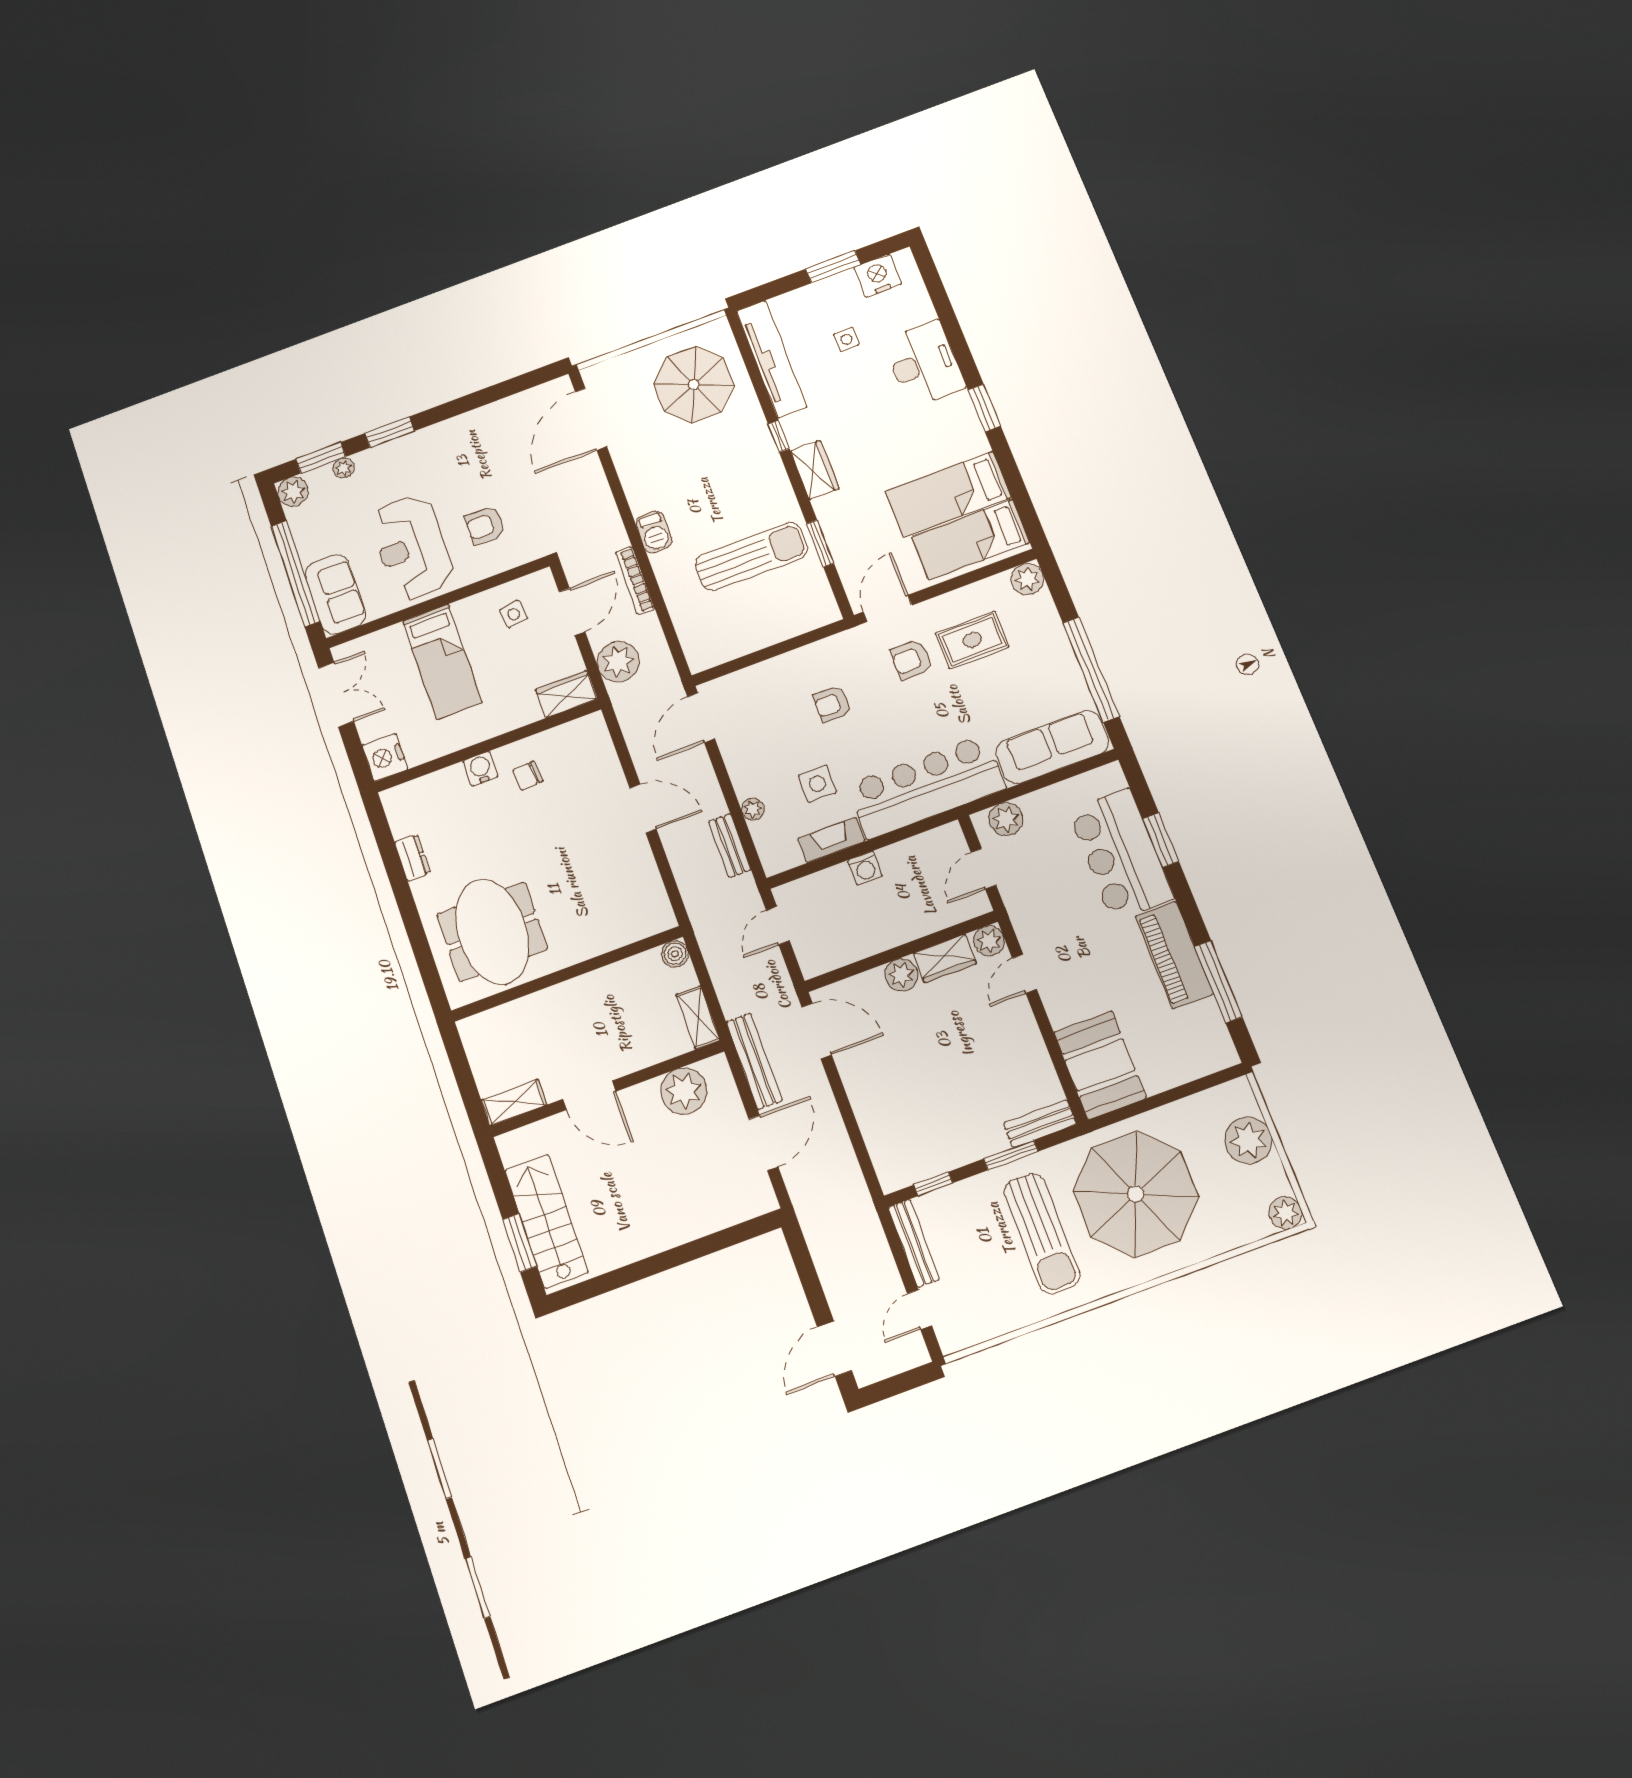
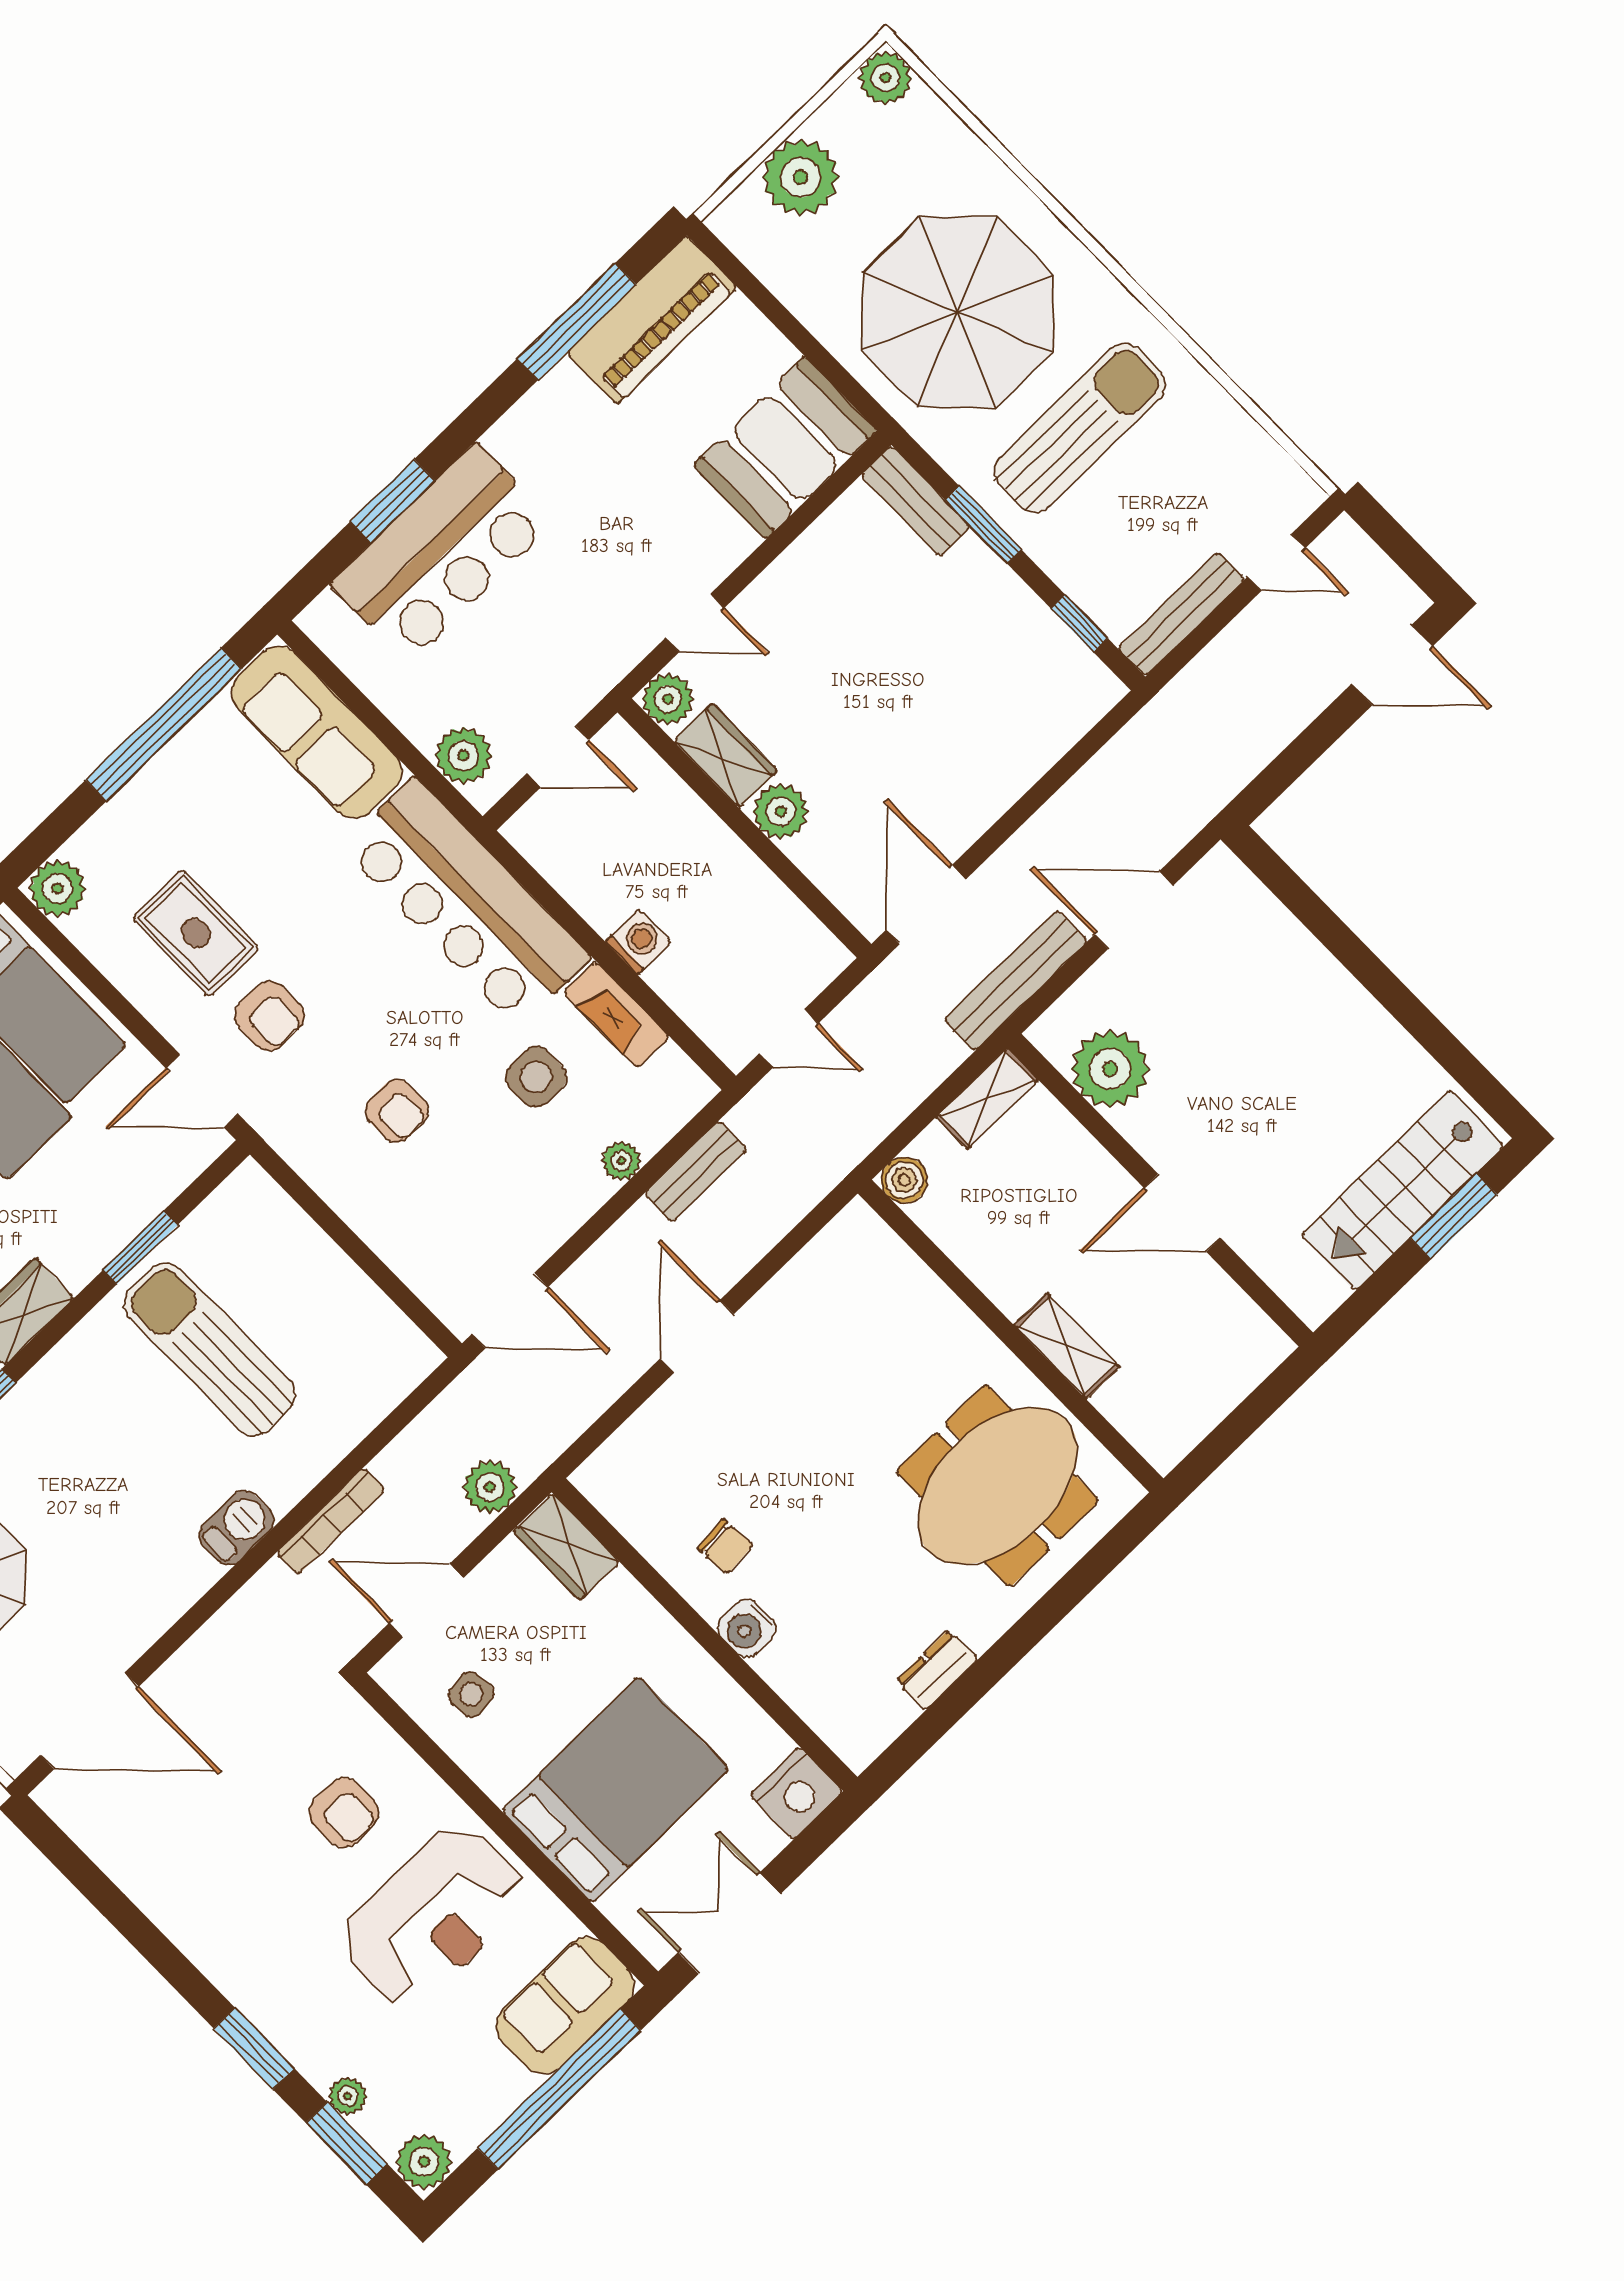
bed: (442, 662) -> (615, 1790), width x1.50
plant: (618, 662) -> (490, 1487), width x0.73, depth x0.73
piano: (1174, 955) -> (652, 320), moved
door: (589, 1095) -> (1182, 1213), swing flipped
shelving: (514, 1102) -> (1067, 1346), moved

